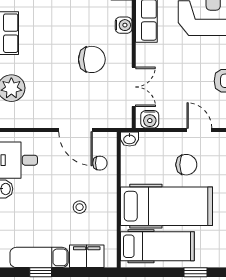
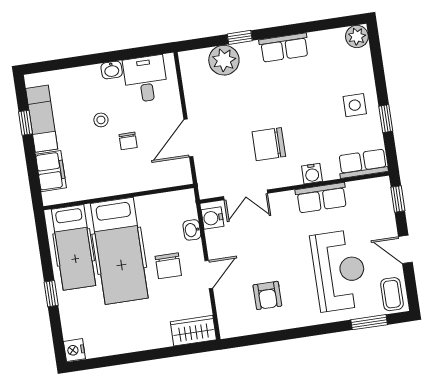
chair: (92, 59) -> (269, 144), turned 90
washbasin: (130, 139) -> (192, 230), moved
chair: (100, 163) -> (128, 141), moved
stool: (80, 207) -> (101, 120), moved

